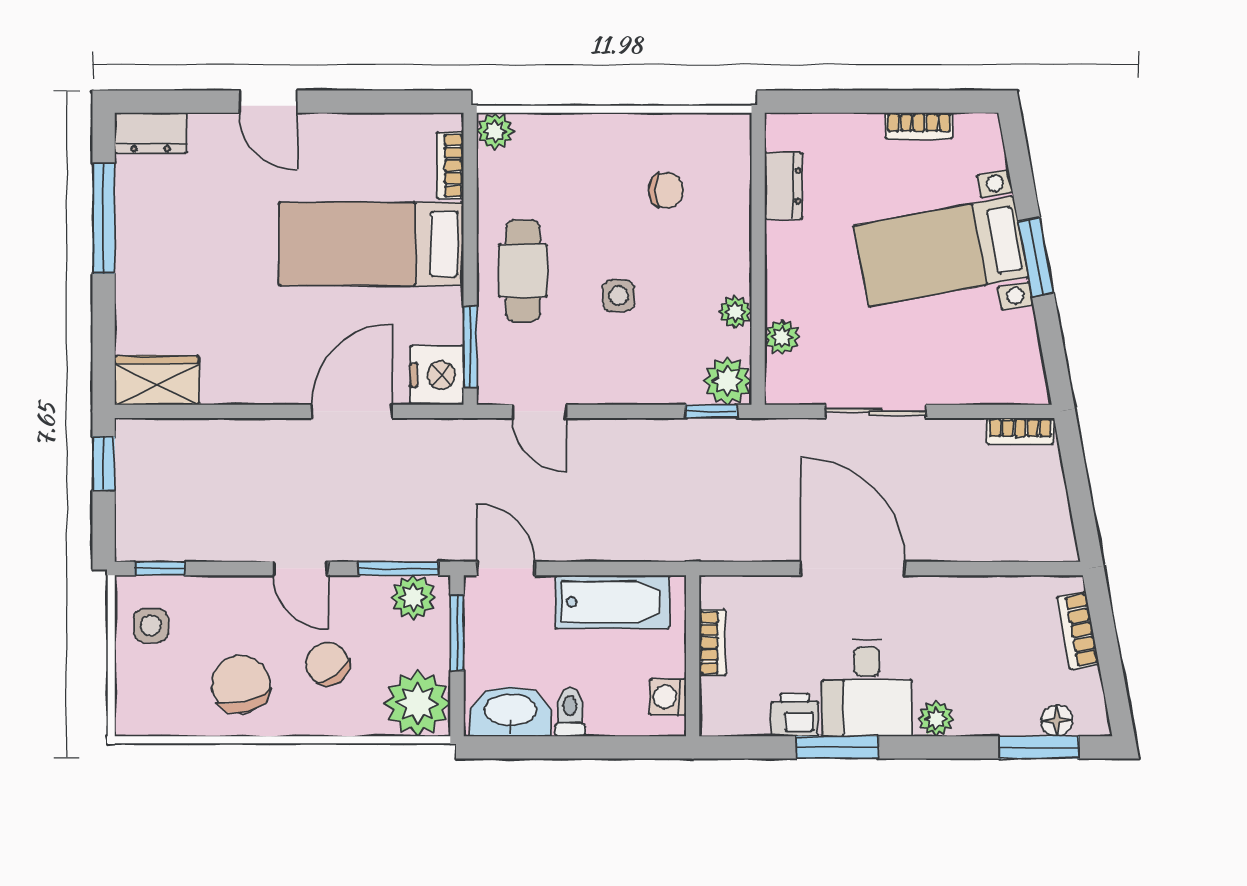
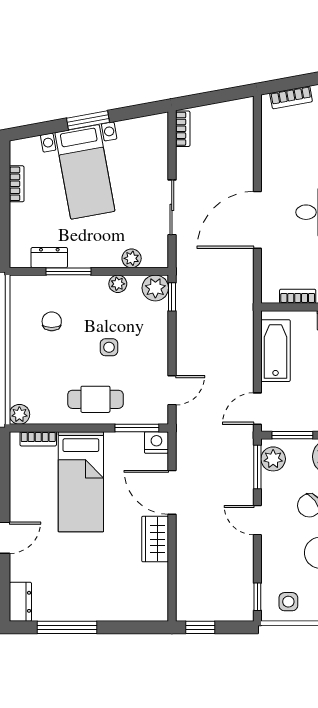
window: (758, 221) -> (69, 271), added
nightstand: (437, 375) -> (156, 443), width x0.74, depth x0.75
wardrobe: (157, 380) -> (155, 539), moved
door: (301, 568) -> (257, 520), swing flipped

